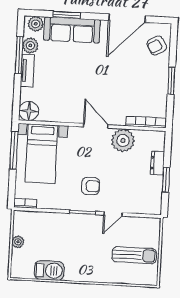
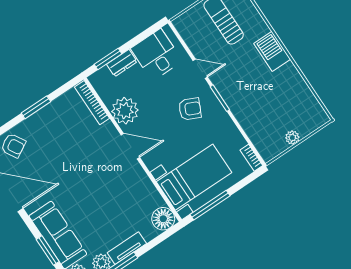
door: (96, 126) -> (130, 146), swing flipped
window: (166, 180) -> (108, 59), moved
armchair: (91, 186) -> (190, 109), turned 115
desk: (145, 191) -> (156, 55), added
barbecue: (49, 270) -> (272, 51), moved

